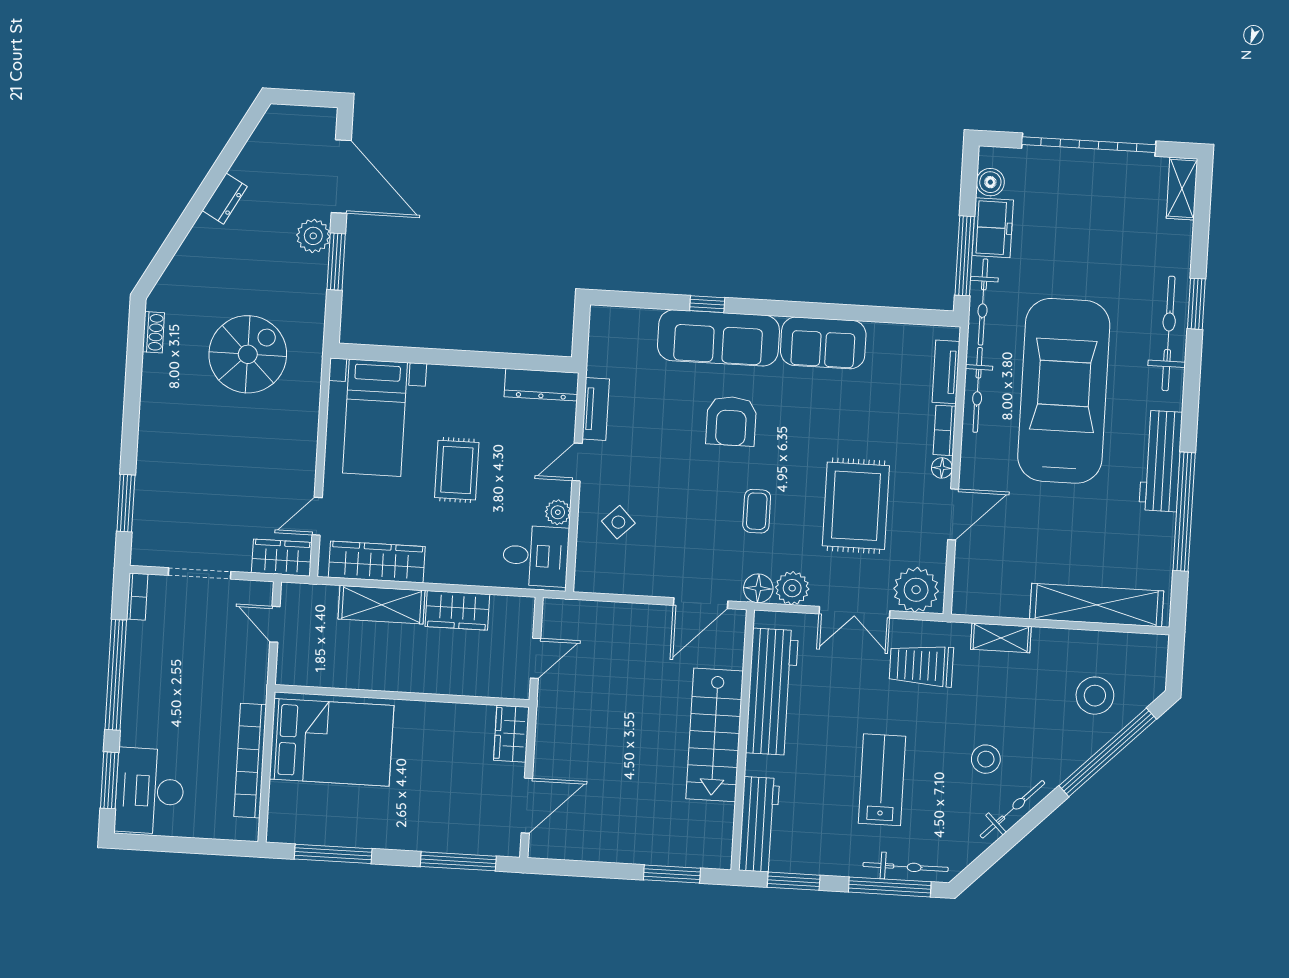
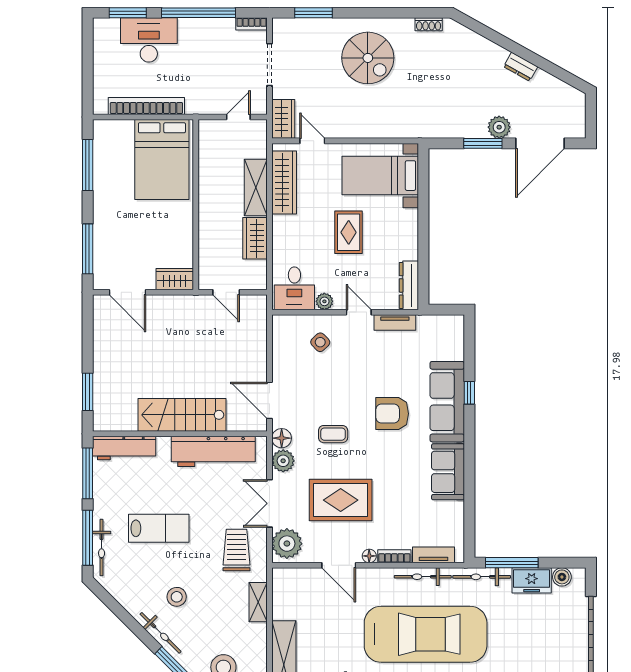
spiral stairs: (248, 354) -> (368, 58), moved
rug: (457, 470) -> (349, 232), turned 90
desk: (150, 791) -> (149, 40), moved
bicycle: (1012, 809) -> (160, 633), moved
window: (794, 881) -> (88, 473), width x1.44

